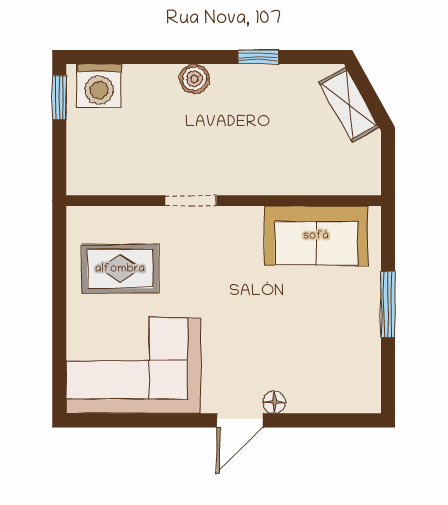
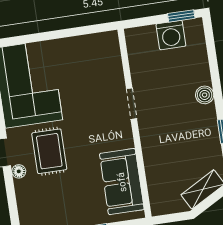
washing machine: (99, 86) -> (171, 35), moved, turned -90
rug: (120, 269) -> (49, 151), moved

